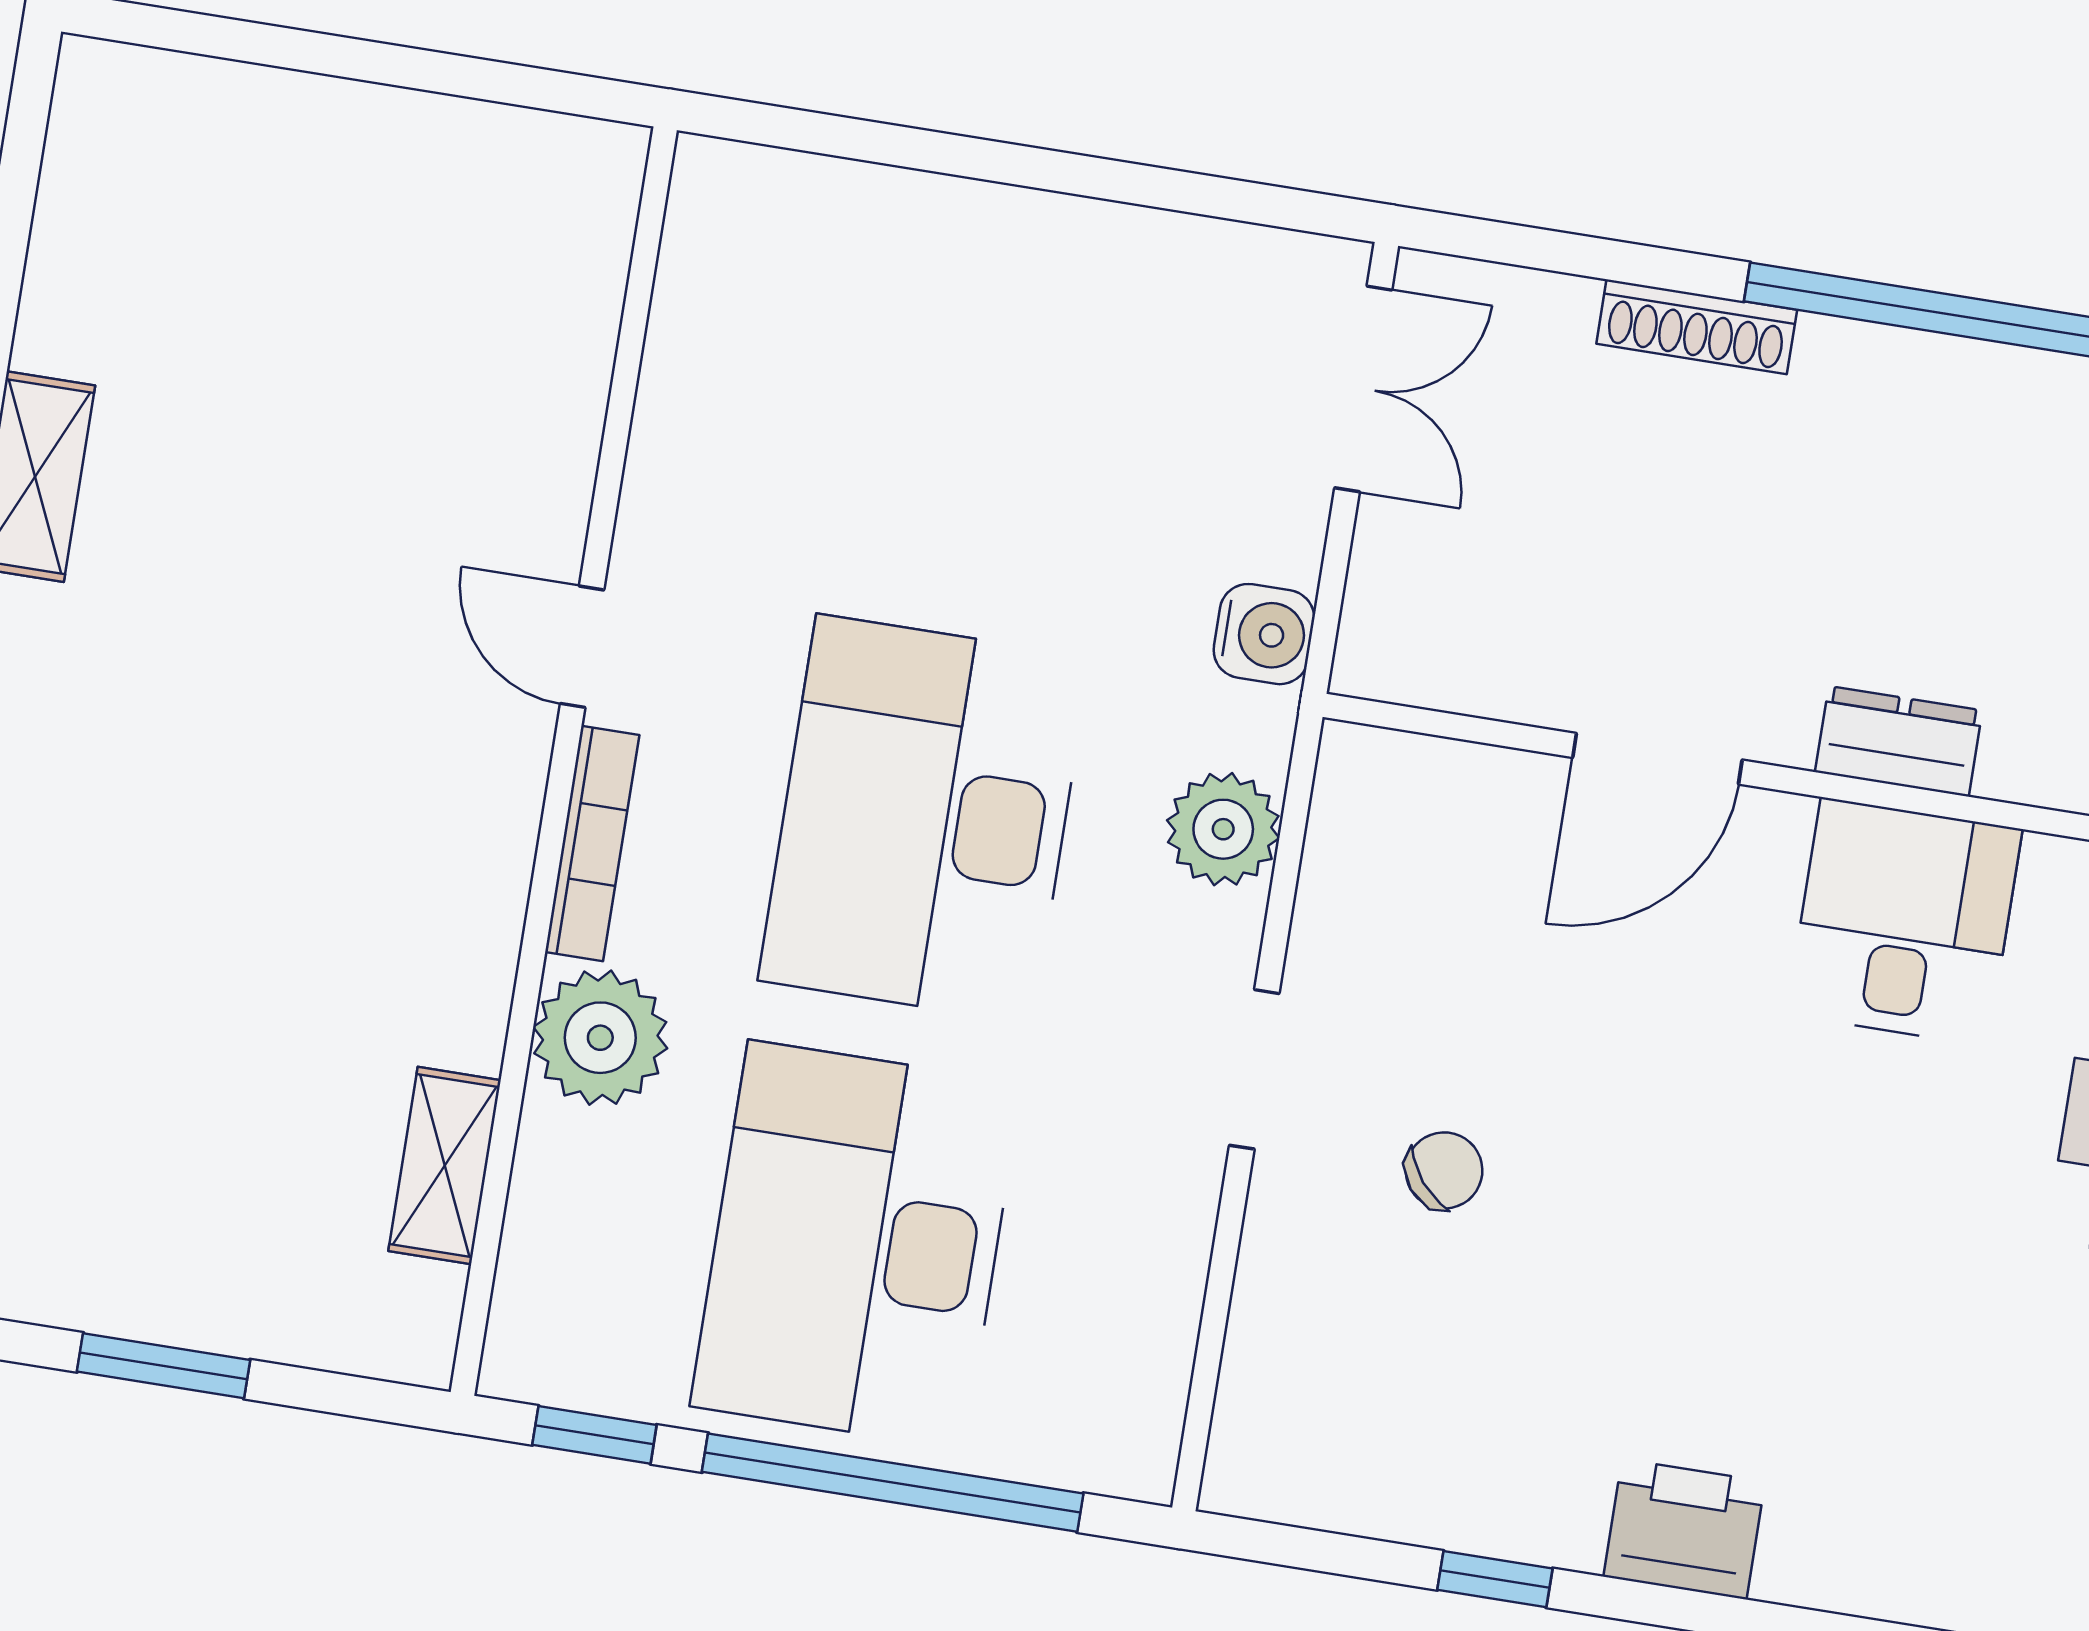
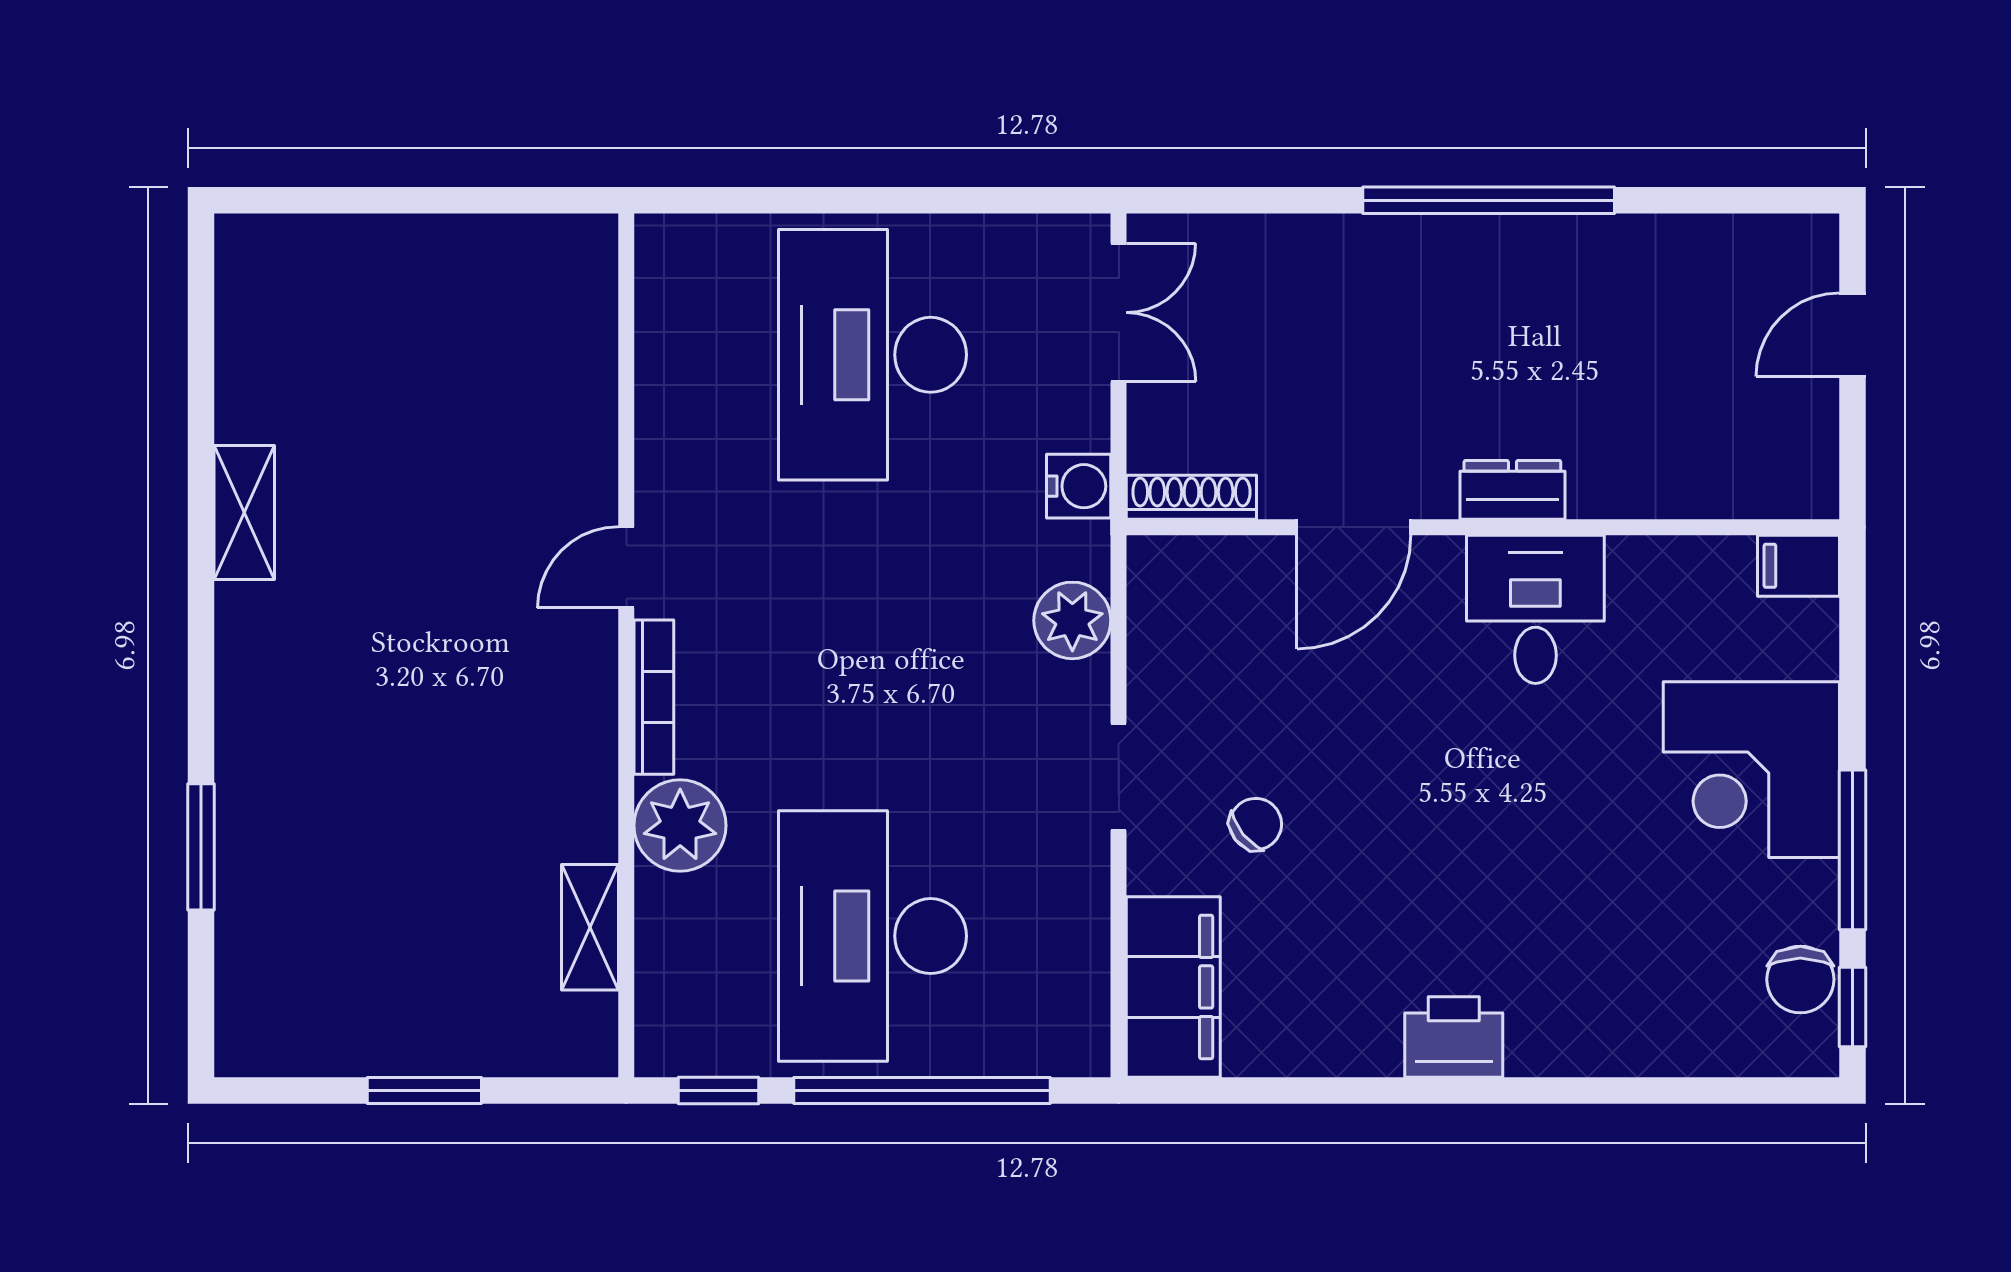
shoe rack: (1697, 327) -> (1191, 497), moved, turned 180
door: (582, 647) -> (626, 567), hinge flipped
desk: (924, 819) -> (872, 355), moved
filing cabinet: (1285, 1390) -> (1173, 987), added
window: (1495, 1579) -> (1333, 1090), removed

